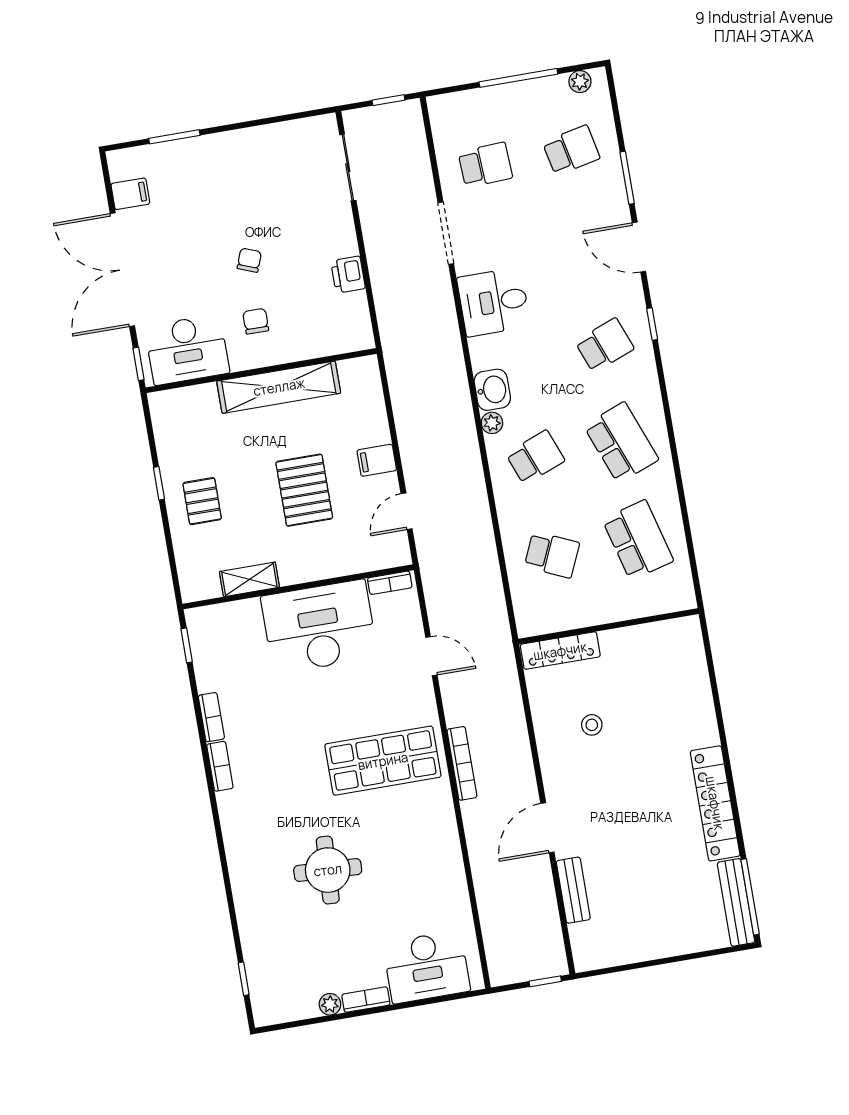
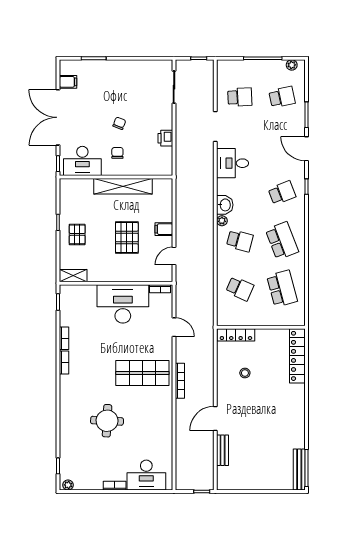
school desk: (535, 457) -> (240, 241), turned 36
shelving: (249, 579) -> (73, 276), moved
locker: (715, 803) -> (297, 356), moved
plant: (330, 1004) -> (68, 485), moved

